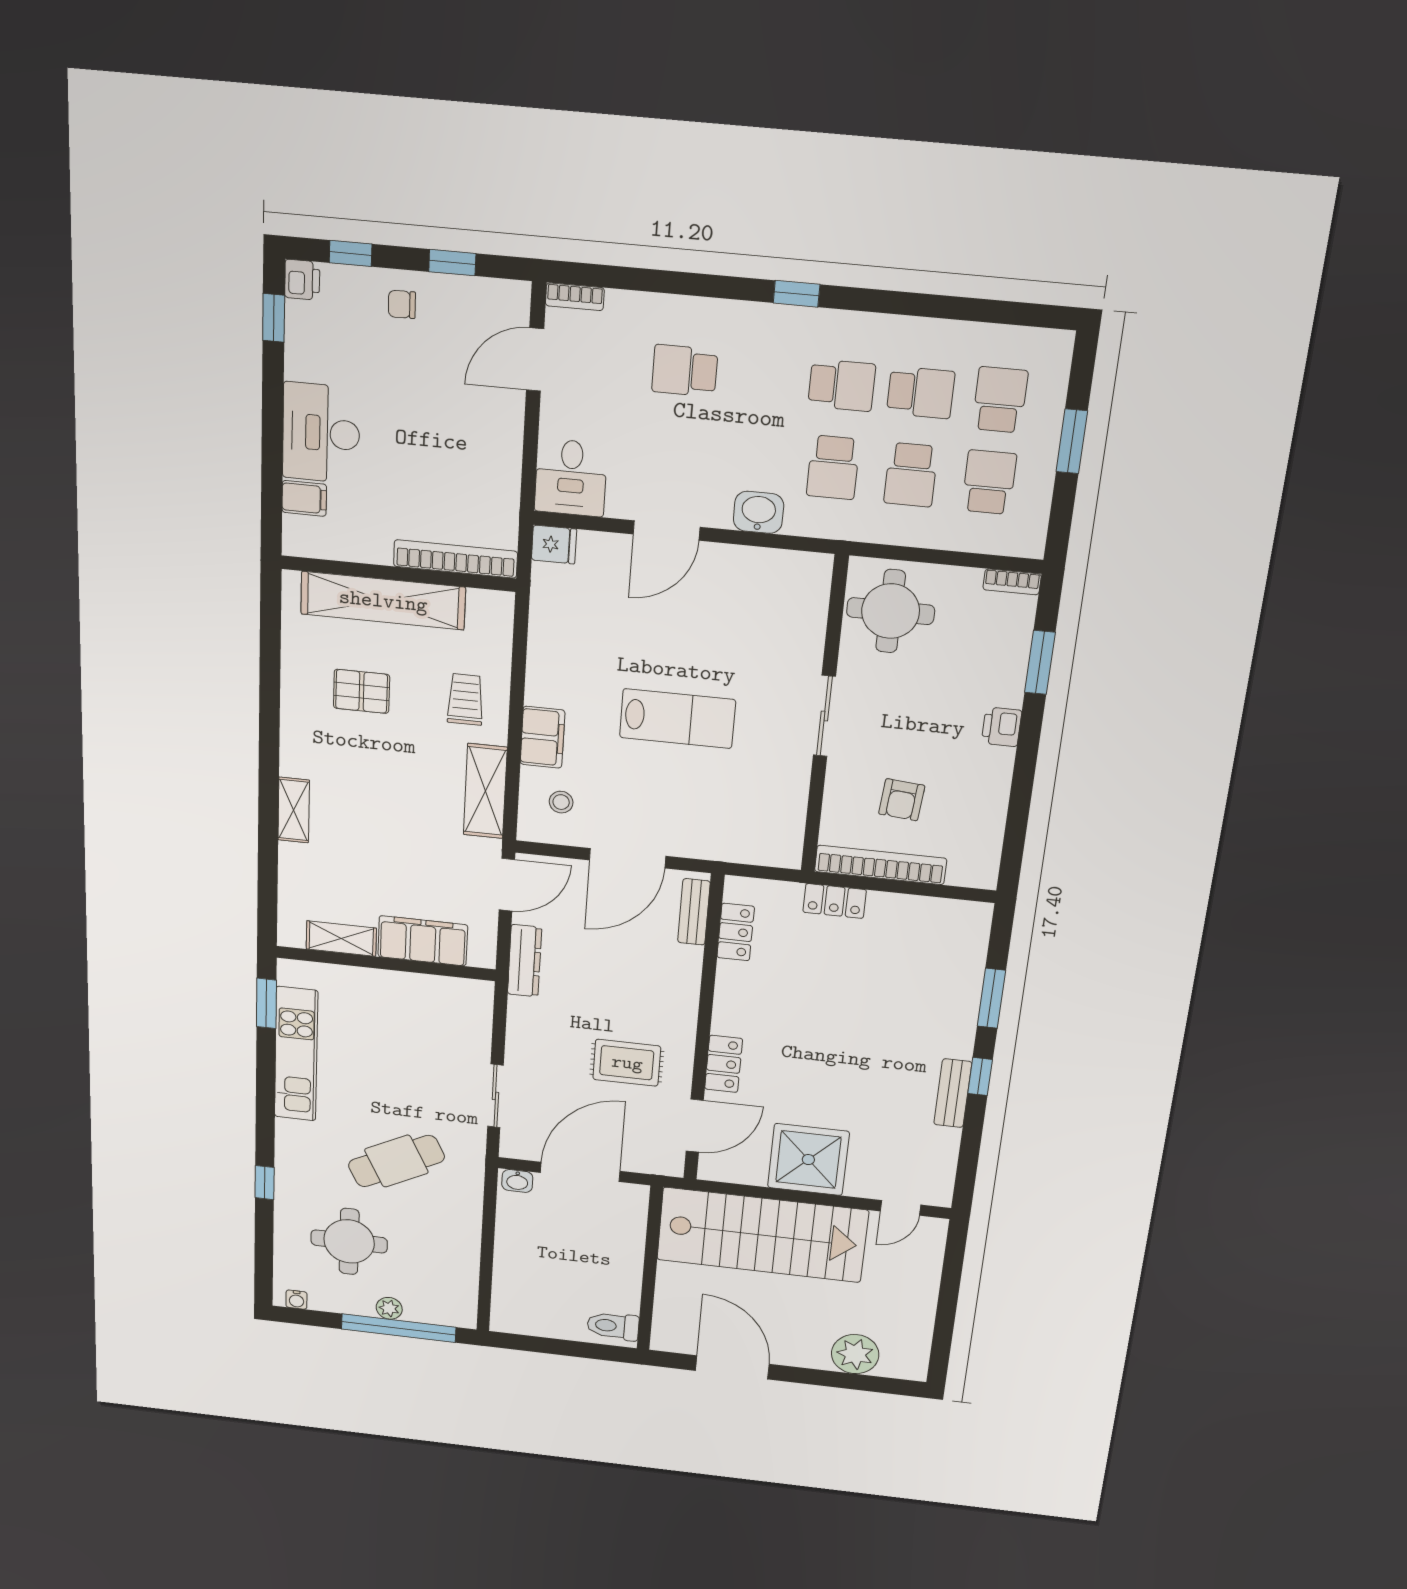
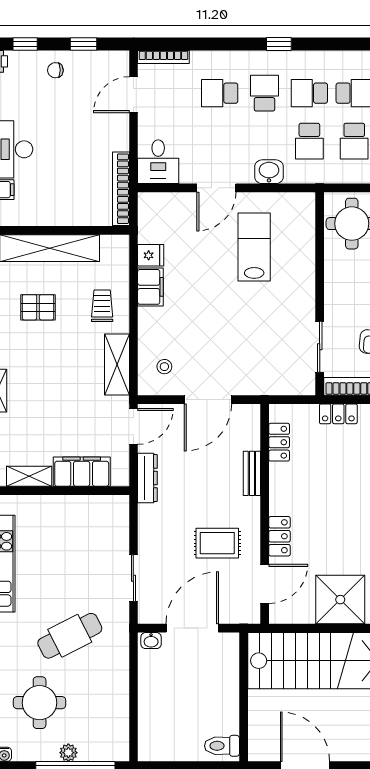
bookcase: (575, 297) -> (163, 57), width x1.56
school desk: (763, 378) -> (264, 93), added
school desk: (842, 385) -> (309, 93), turned 180
fridge: (554, 545) -> (151, 255), moved
bookcase: (455, 559) -> (121, 189), moved, turned -90
sliding door: (824, 716) -> (320, 347), moved
lab bench: (677, 719) -> (254, 247), moved, turned -90
filing cabinet: (542, 737) -> (150, 287), moved
bench: (694, 912) -> (252, 473), moved

